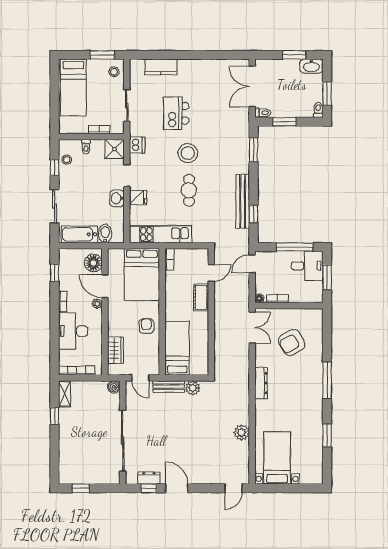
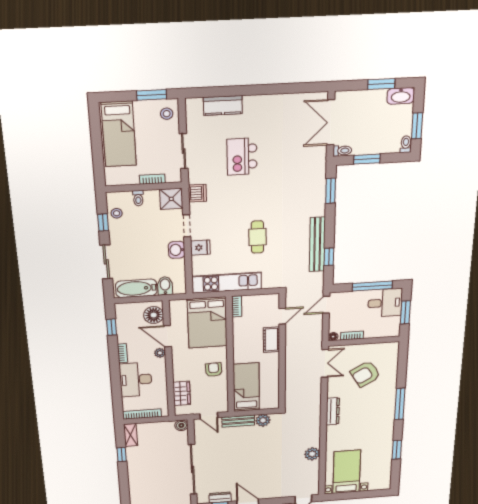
stool: (188, 153) -> (256, 199), removed

